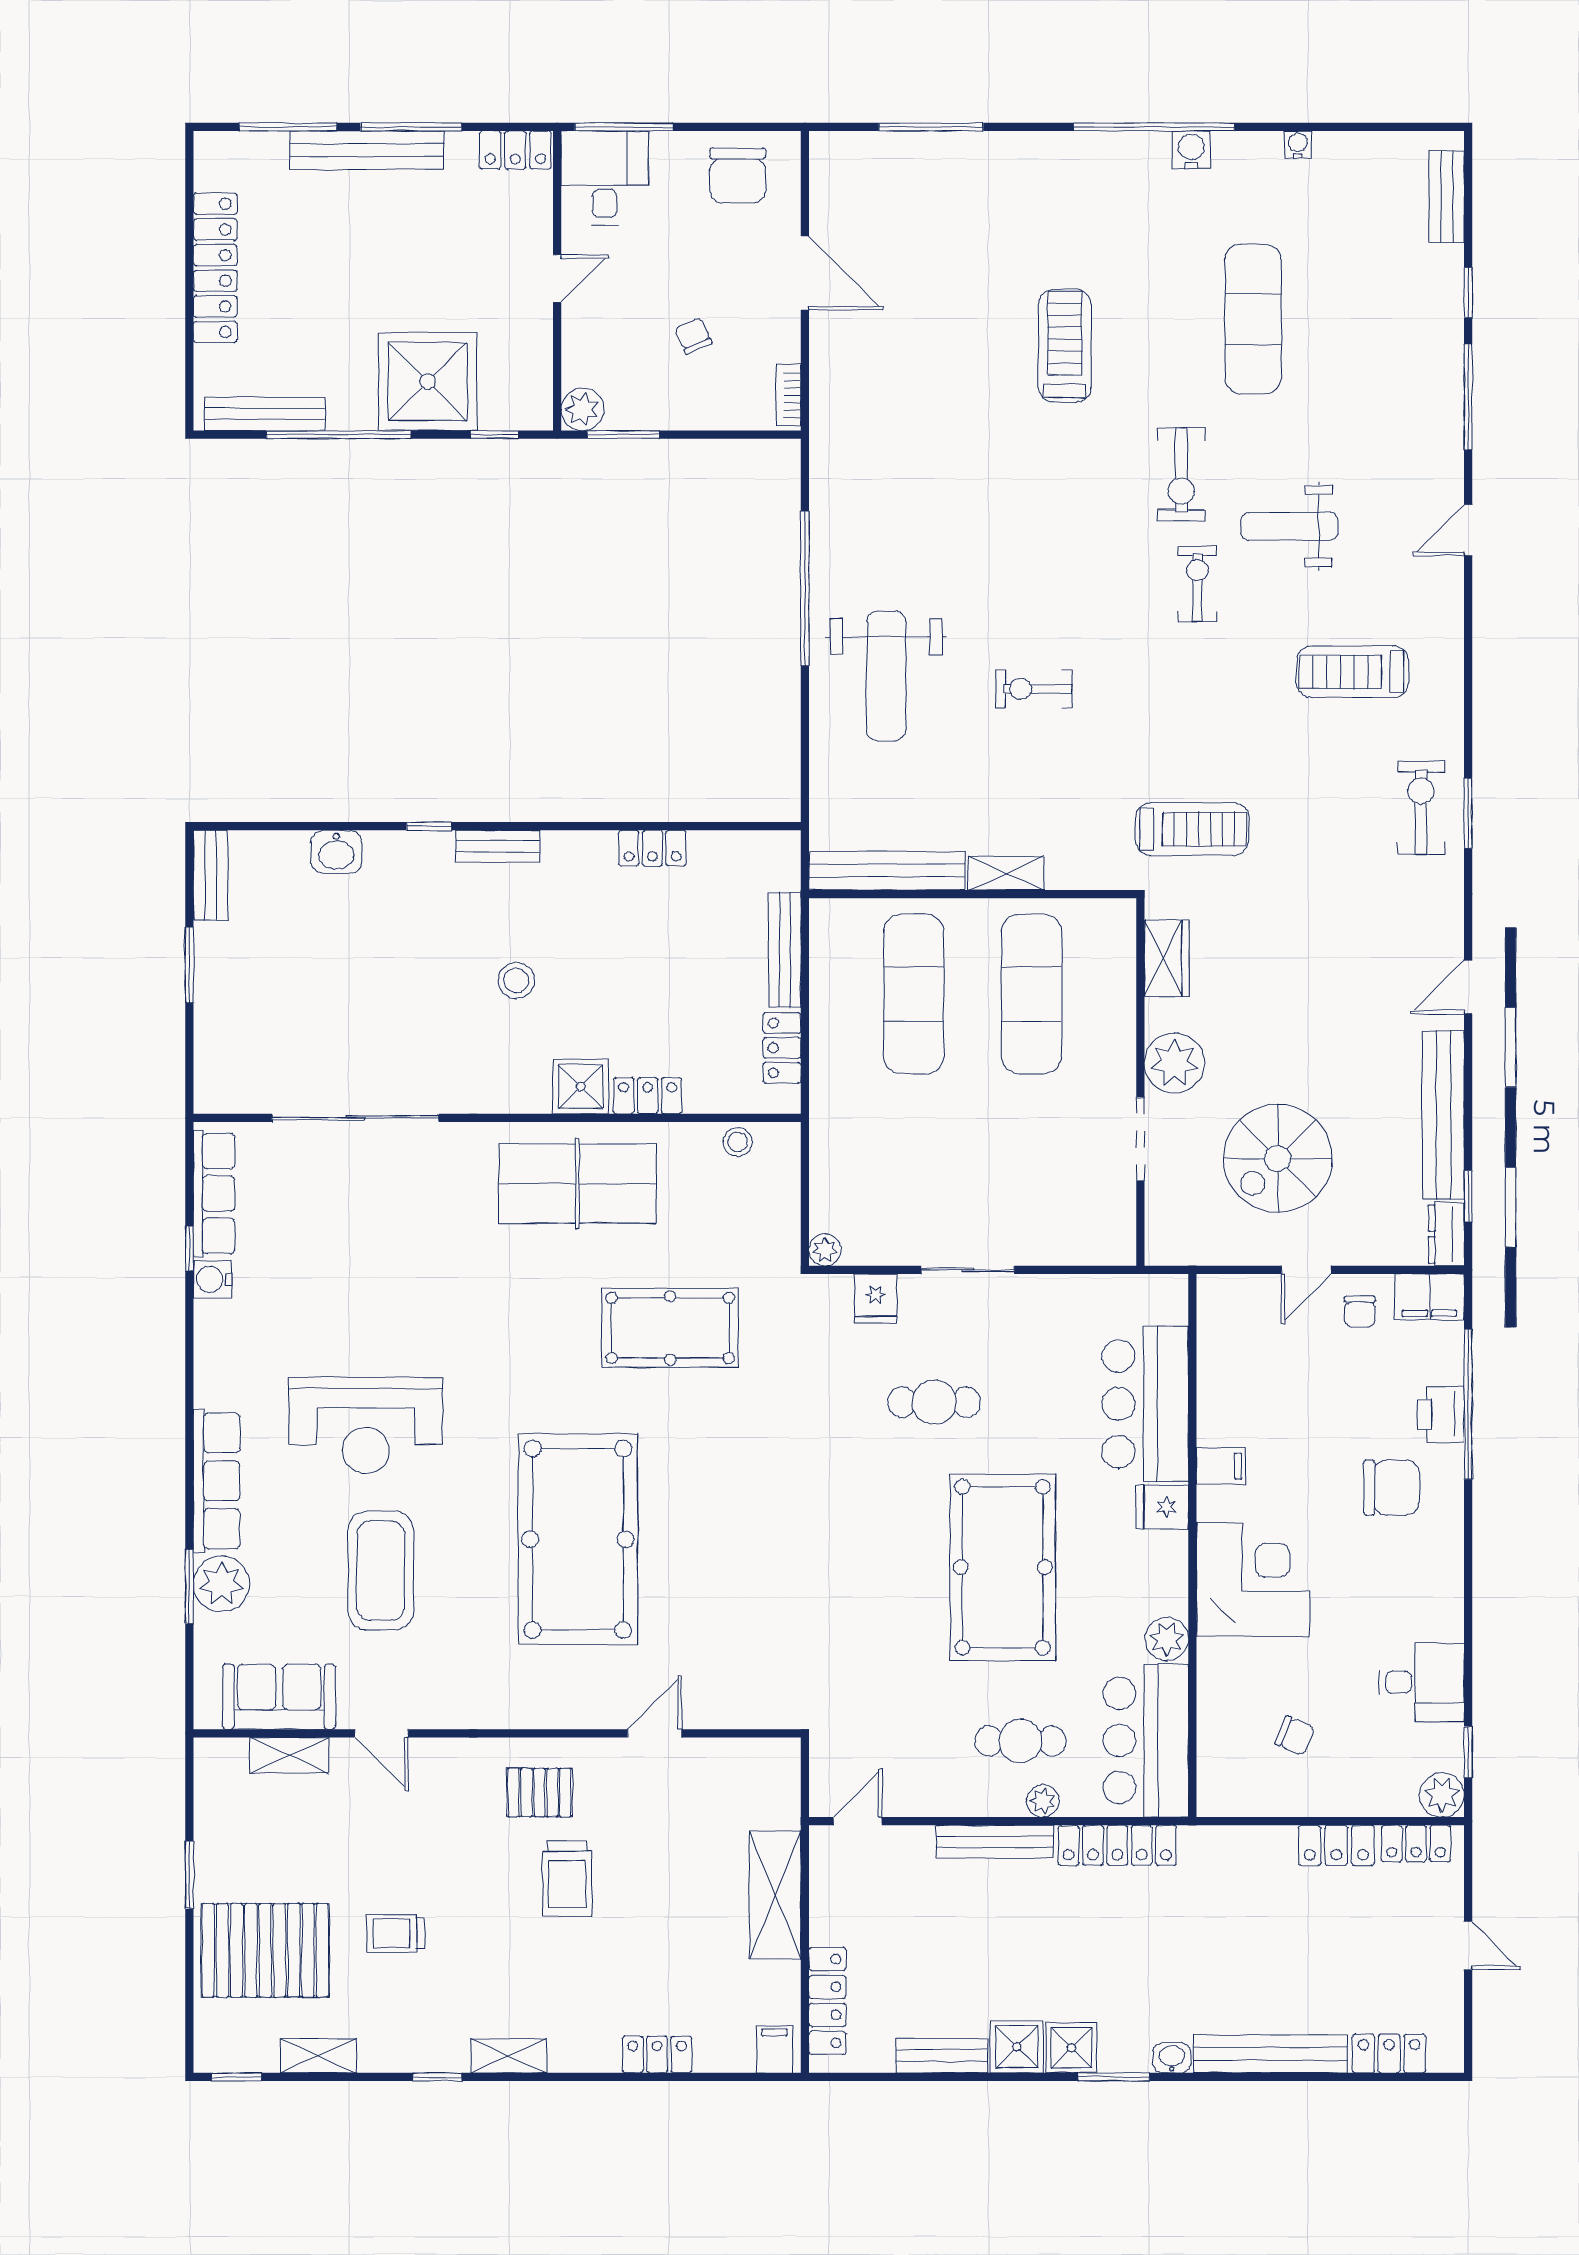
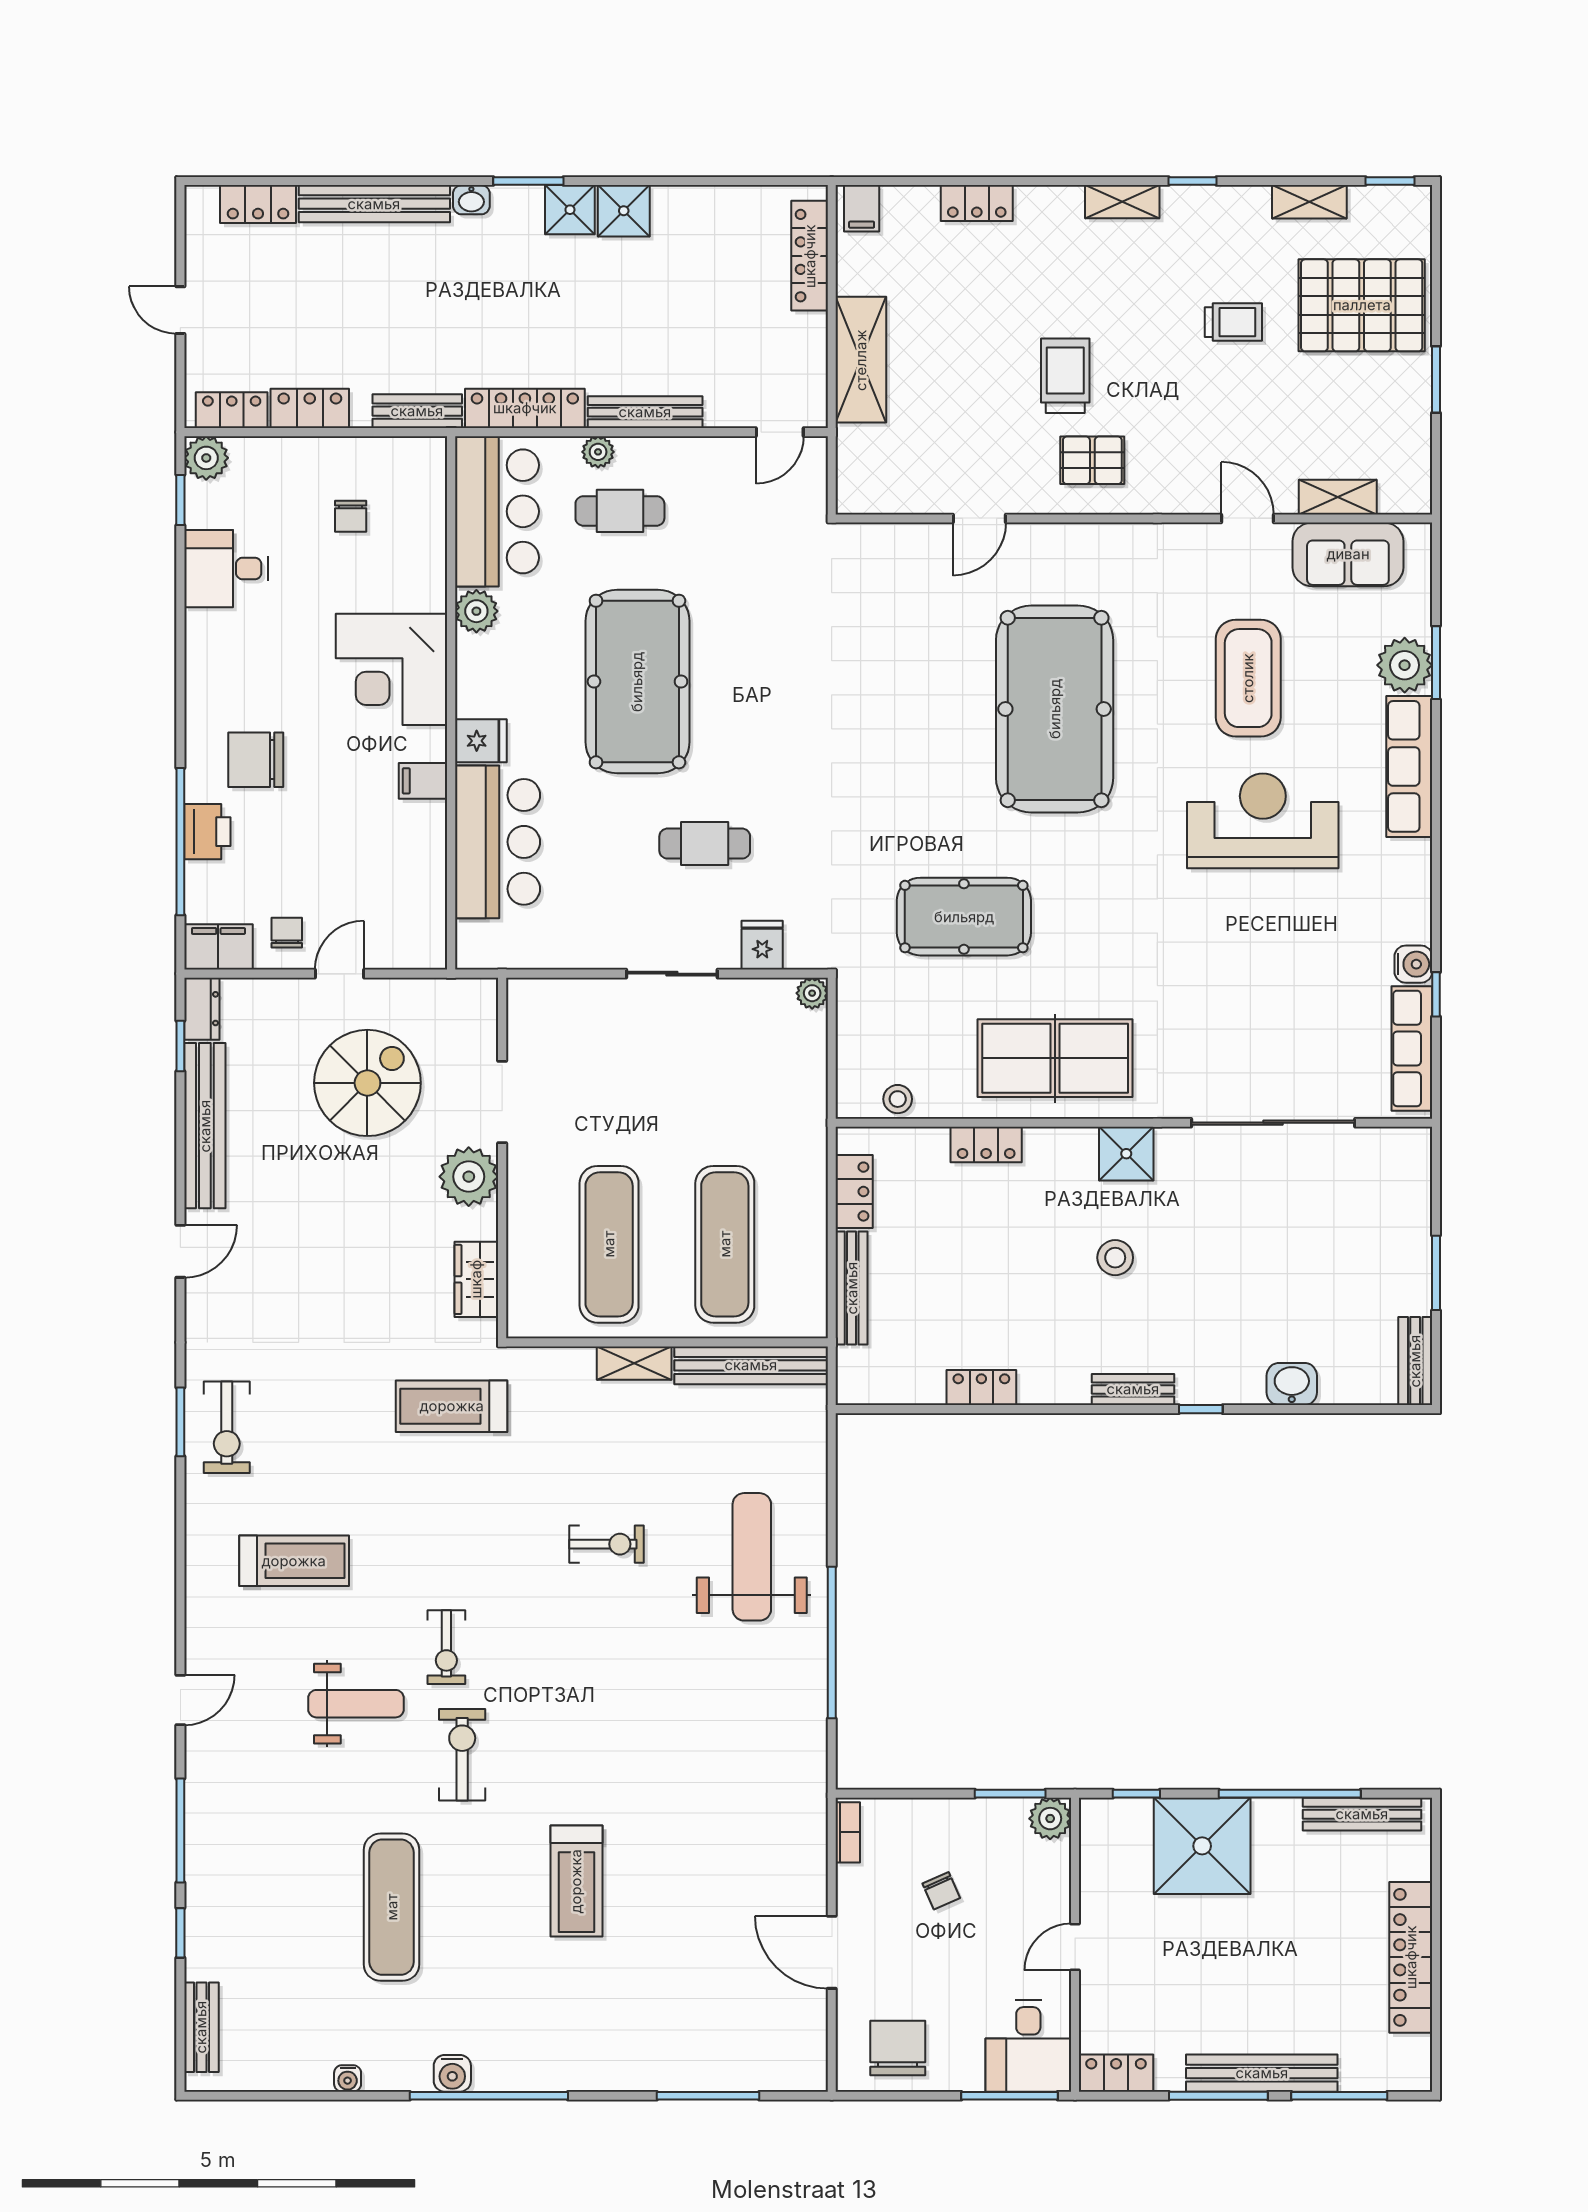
shower: (581, 1086) -> (1126, 1154), moved
chair: (1295, 1736) -> (351, 516), turned -113
bench: (942, 2056) -> (417, 411), moved

